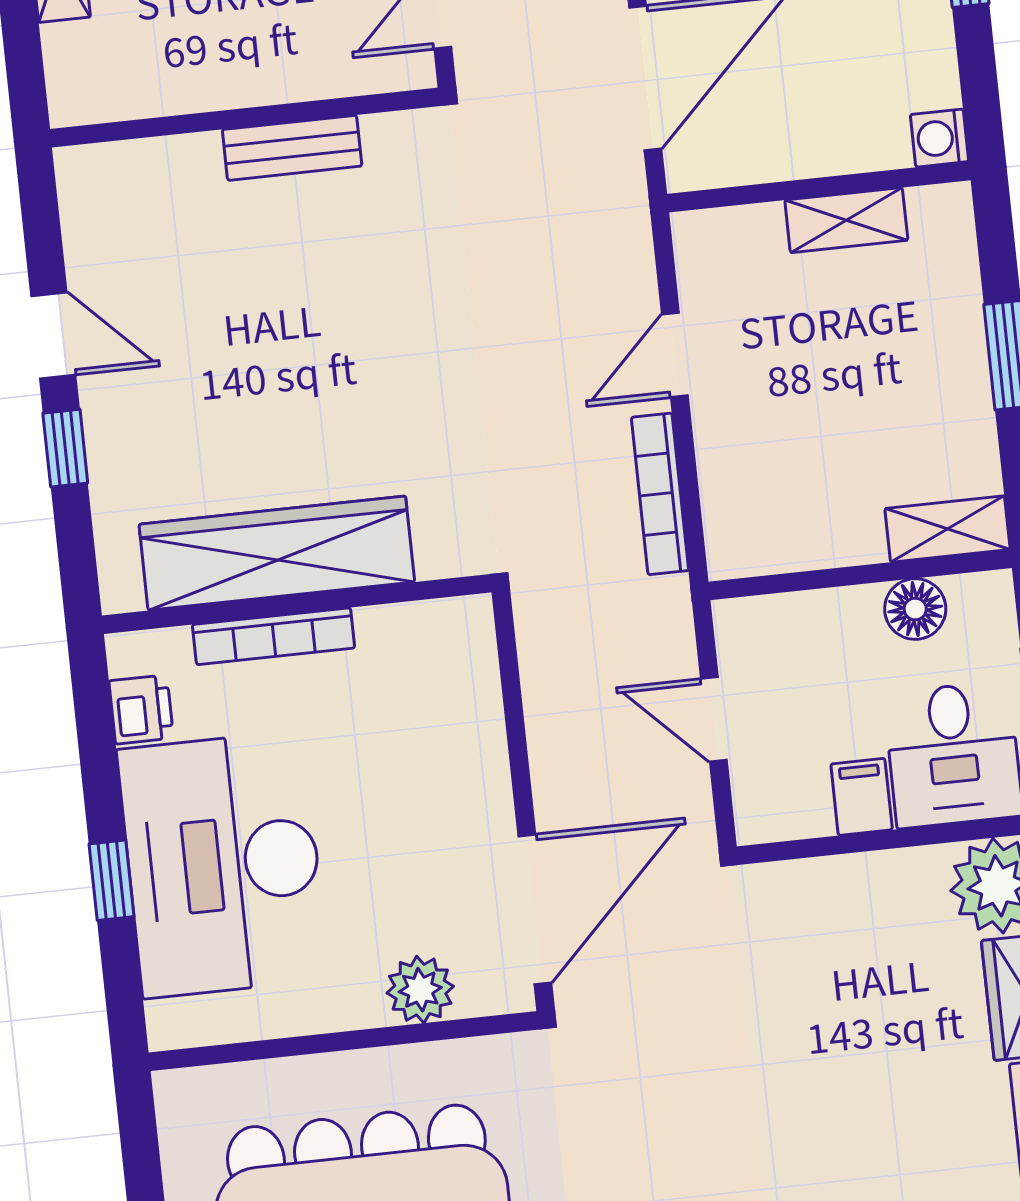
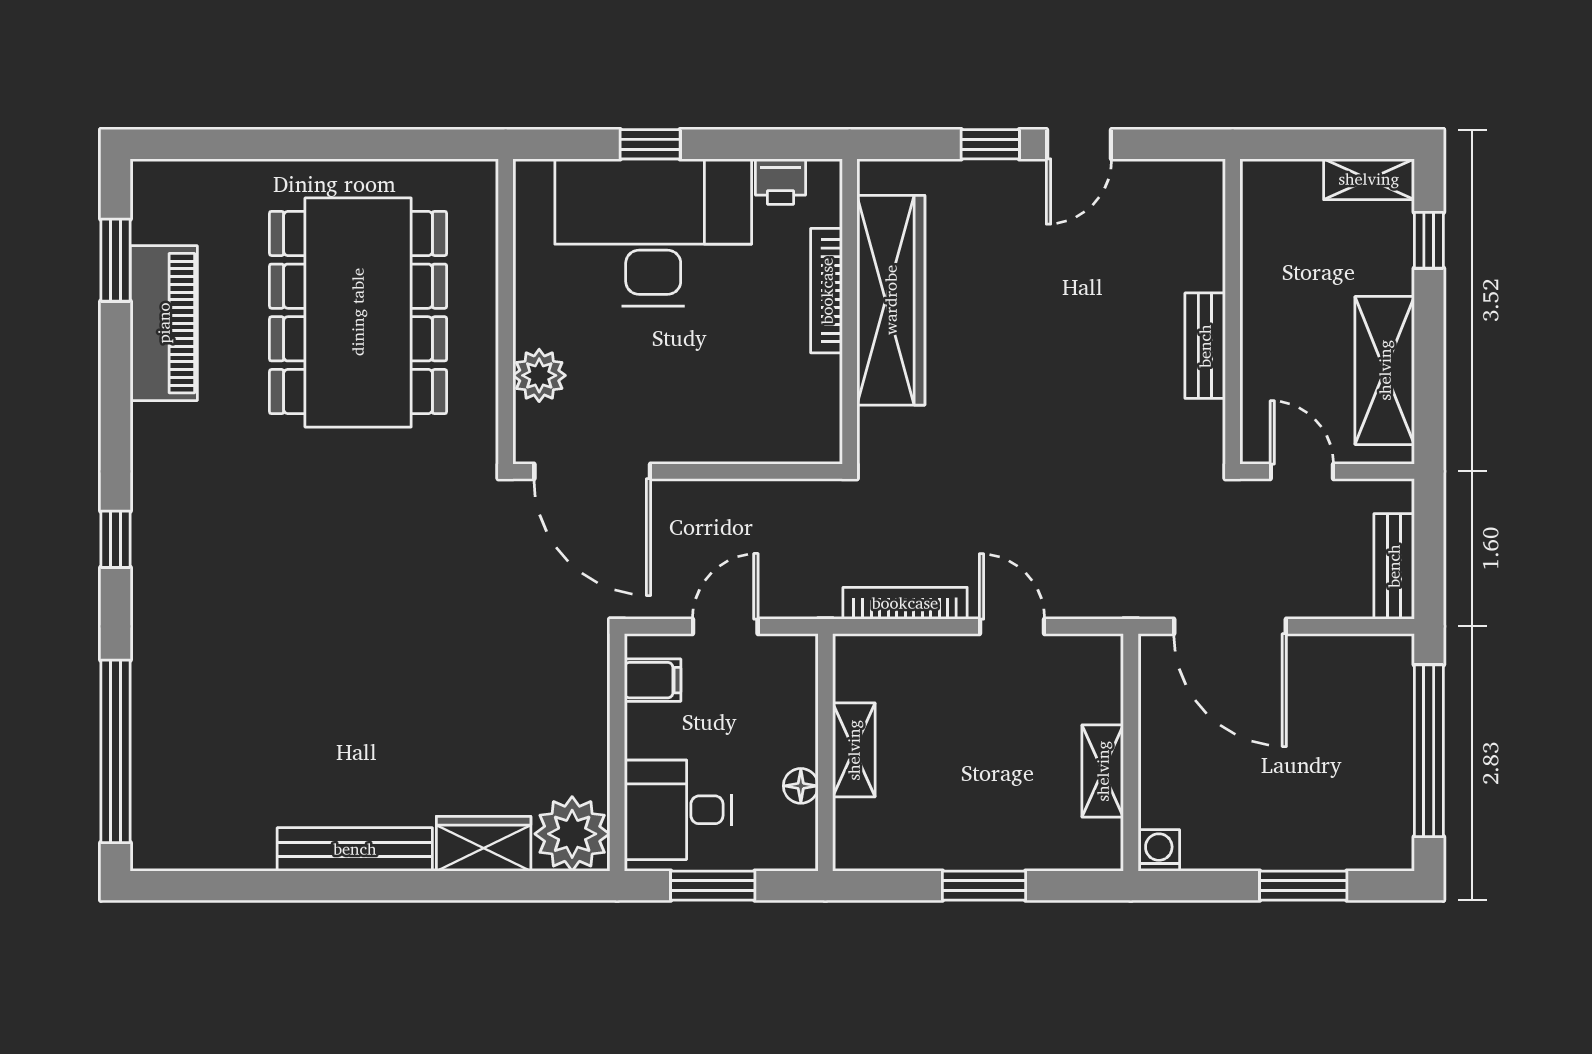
shelving: (947, 529) -> (854, 750), moved
floor lamp: (915, 609) -> (801, 786), width x0.73, depth x0.73
filing cabinet: (862, 797) -> (653, 680), moved

